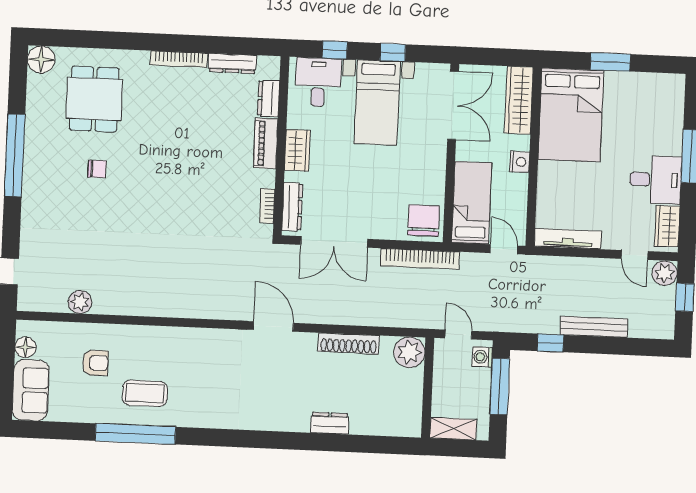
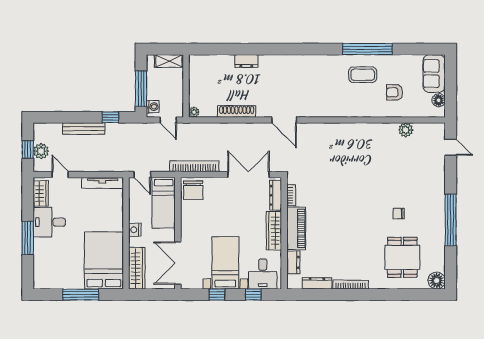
window: (610, 62) -> (81, 295), width x1.44
piano: (266, 143) -> (296, 228), width x1.37, depth x1.33
wardrobe: (297, 150) -> (274, 231), width x1.50
plant: (665, 273) -> (41, 151), moved
plant: (409, 352) -> (194, 112), width x0.53, depth x0.53

